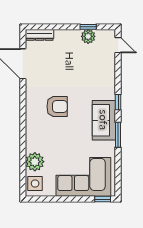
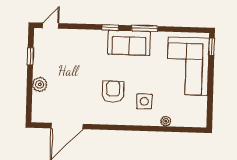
dresser: (40, 35) -> (37, 108), removed
plant: (88, 36) -> (40, 84), moved
plant: (35, 162) -> (166, 121), width x0.53, depth x0.53
side table: (35, 184) -> (144, 101), moved

